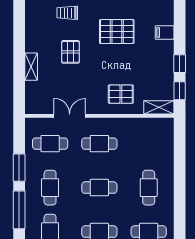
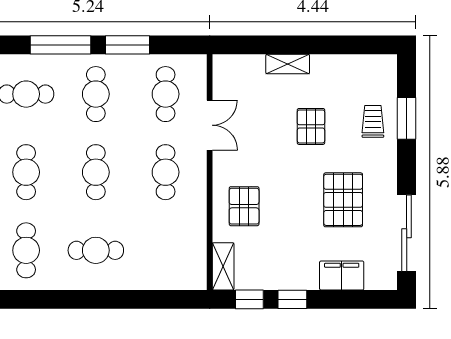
filing cabinet: (165, 33) -> (342, 276), width x2.00
pallet: (71, 52) -> (311, 126), turned 90
cafe table: (50, 188) -> (96, 94), turned 90

